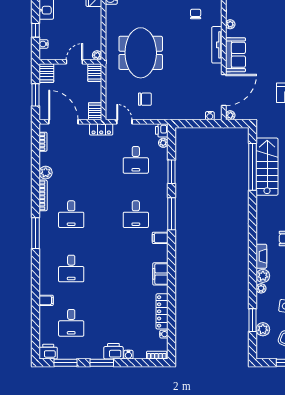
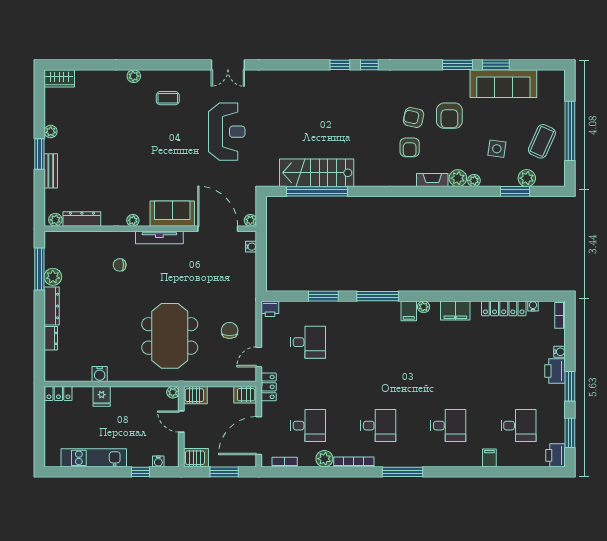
meeting table: (141, 53) -> (170, 336), turned 90
plant: (163, 143) -> (424, 307), moved
desk: (136, 214) -> (308, 426), moved

